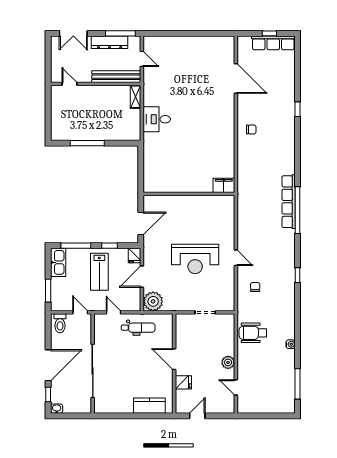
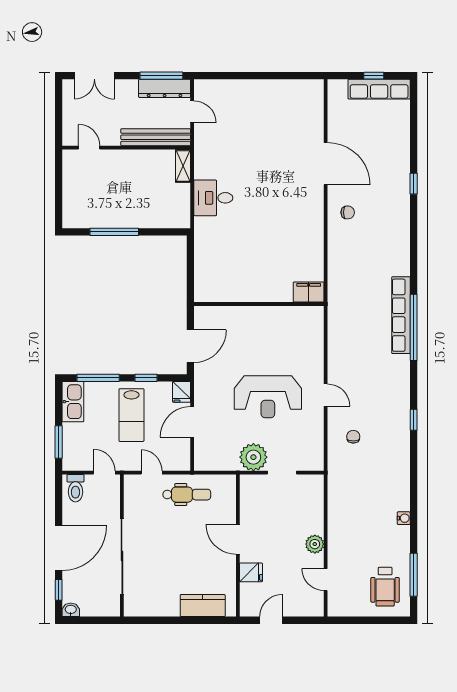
dresser: (110, 42) -> (165, 88), moved
door: (236, 79) -> (326, 164), moved
plant: (153, 301) -> (253, 457), moved
wheelchair: (253, 333) -> (385, 587), moved, turned -90

